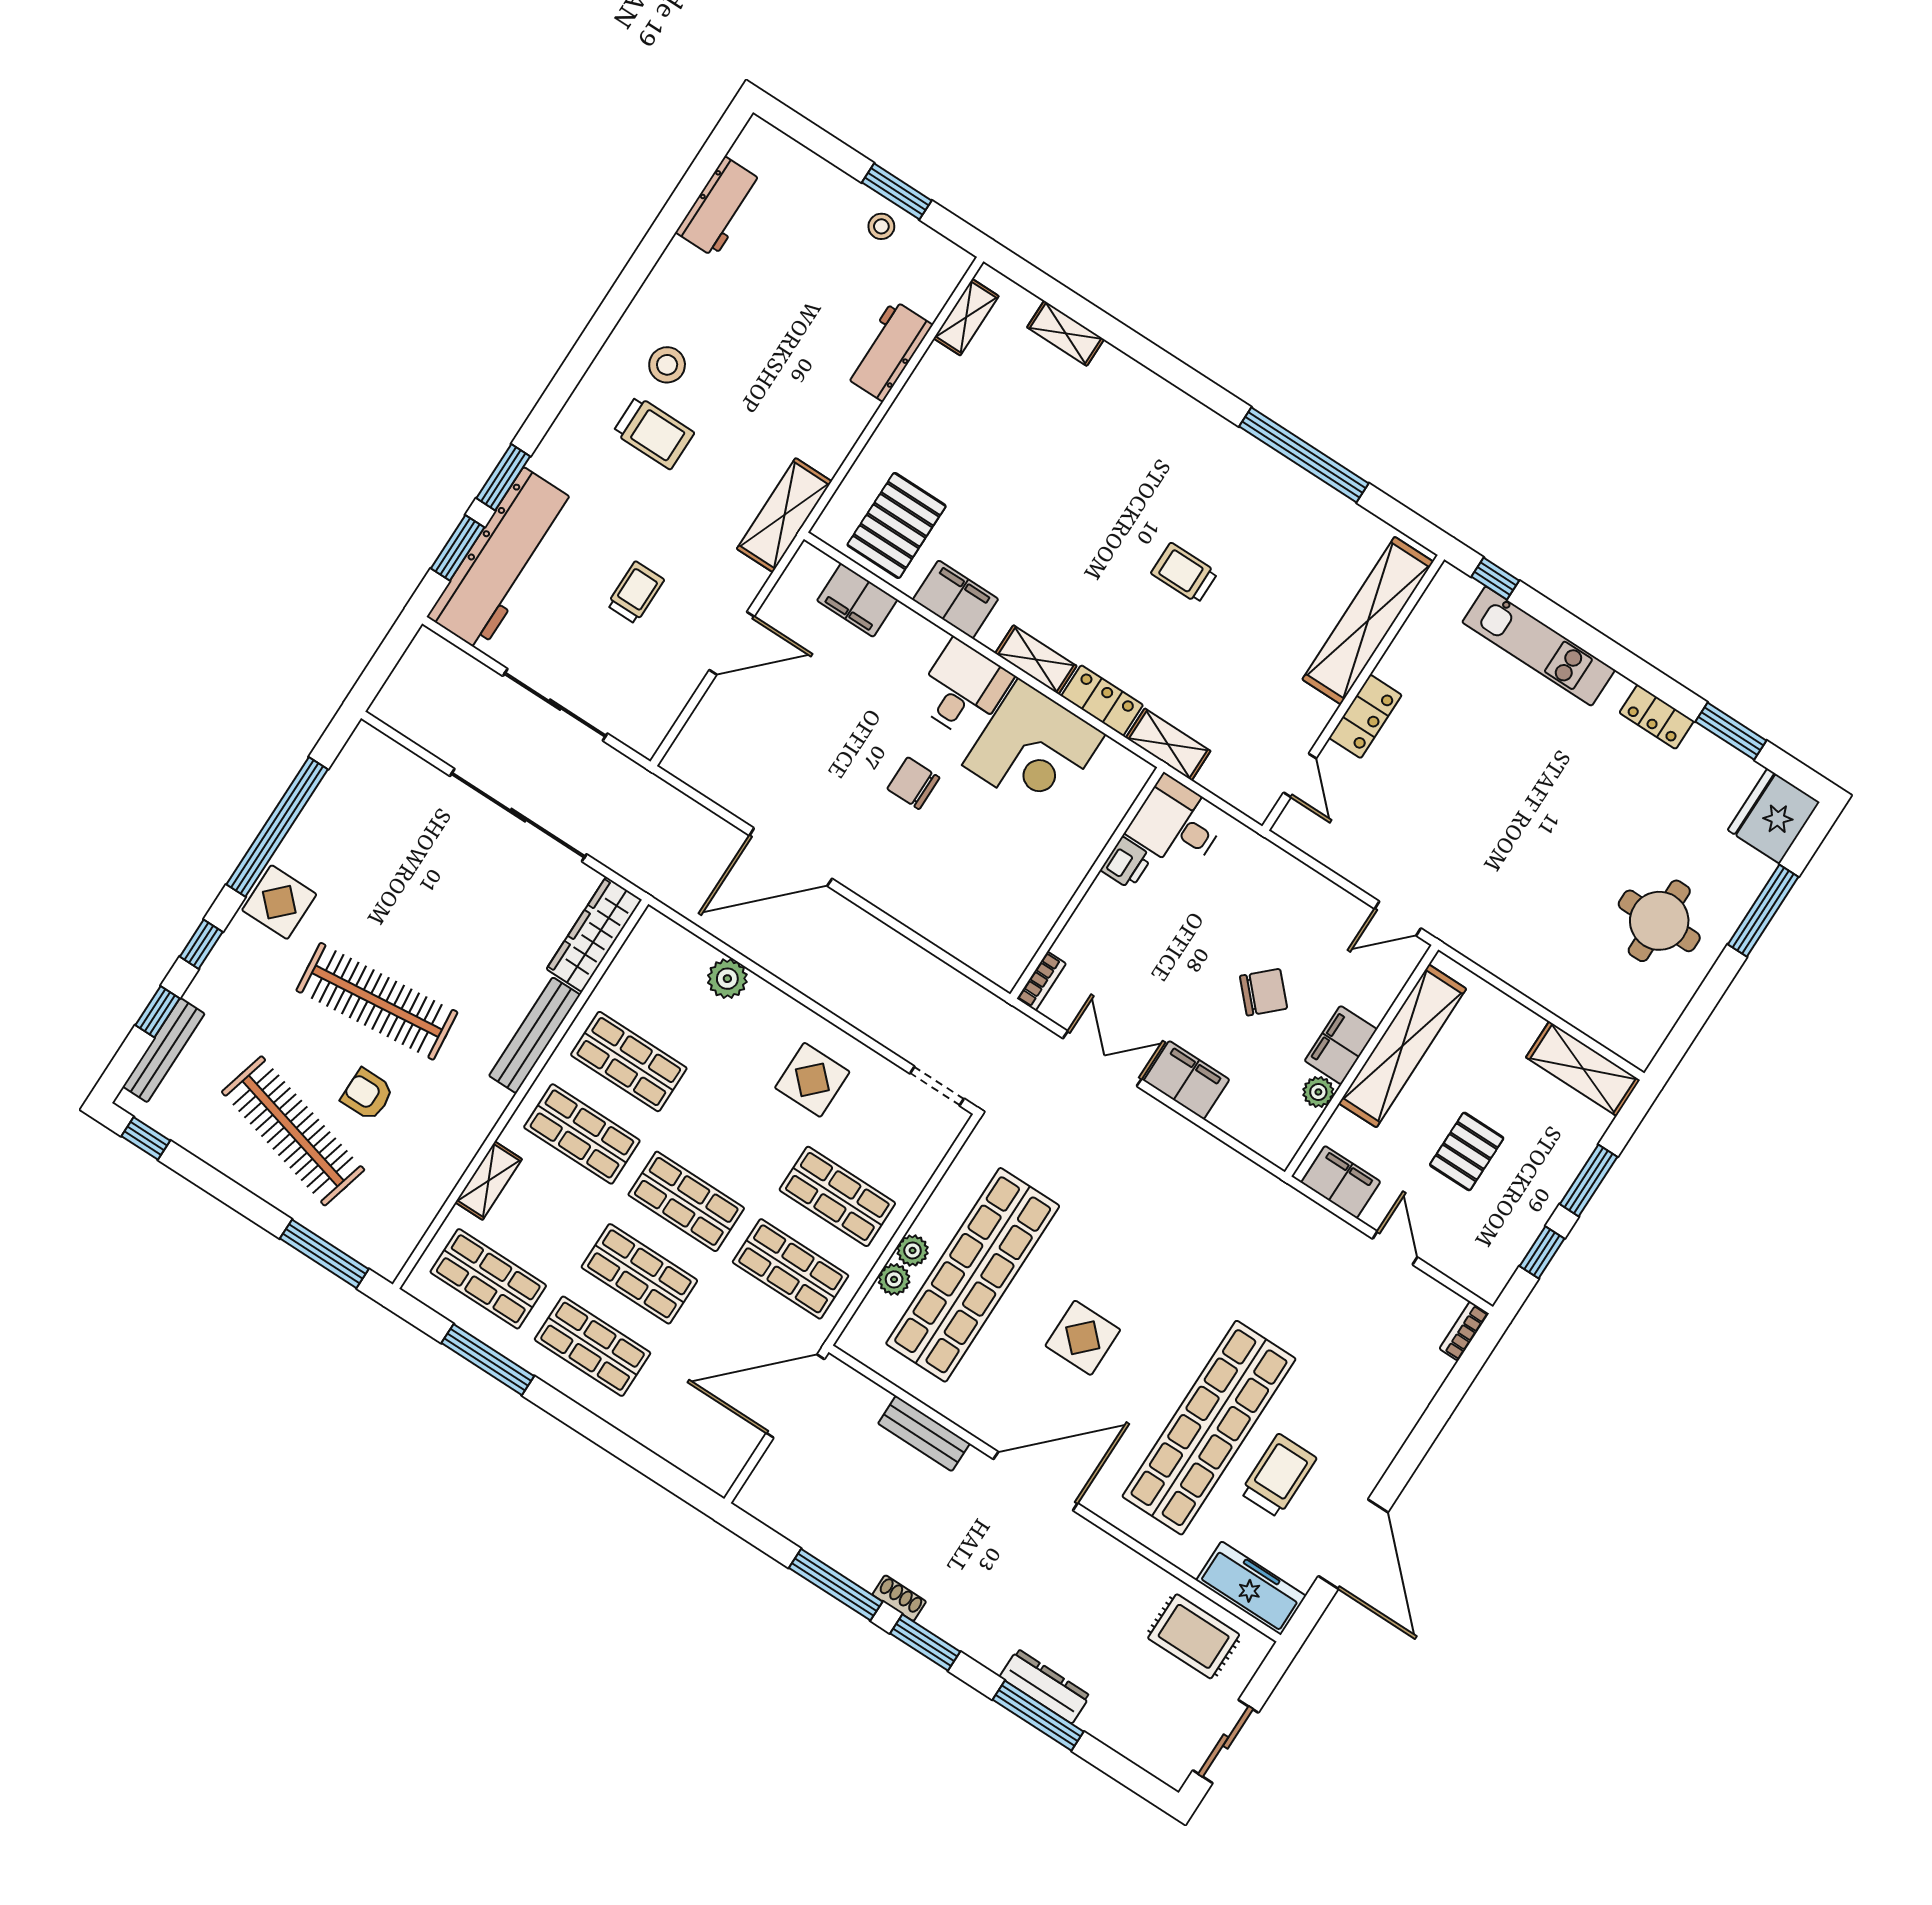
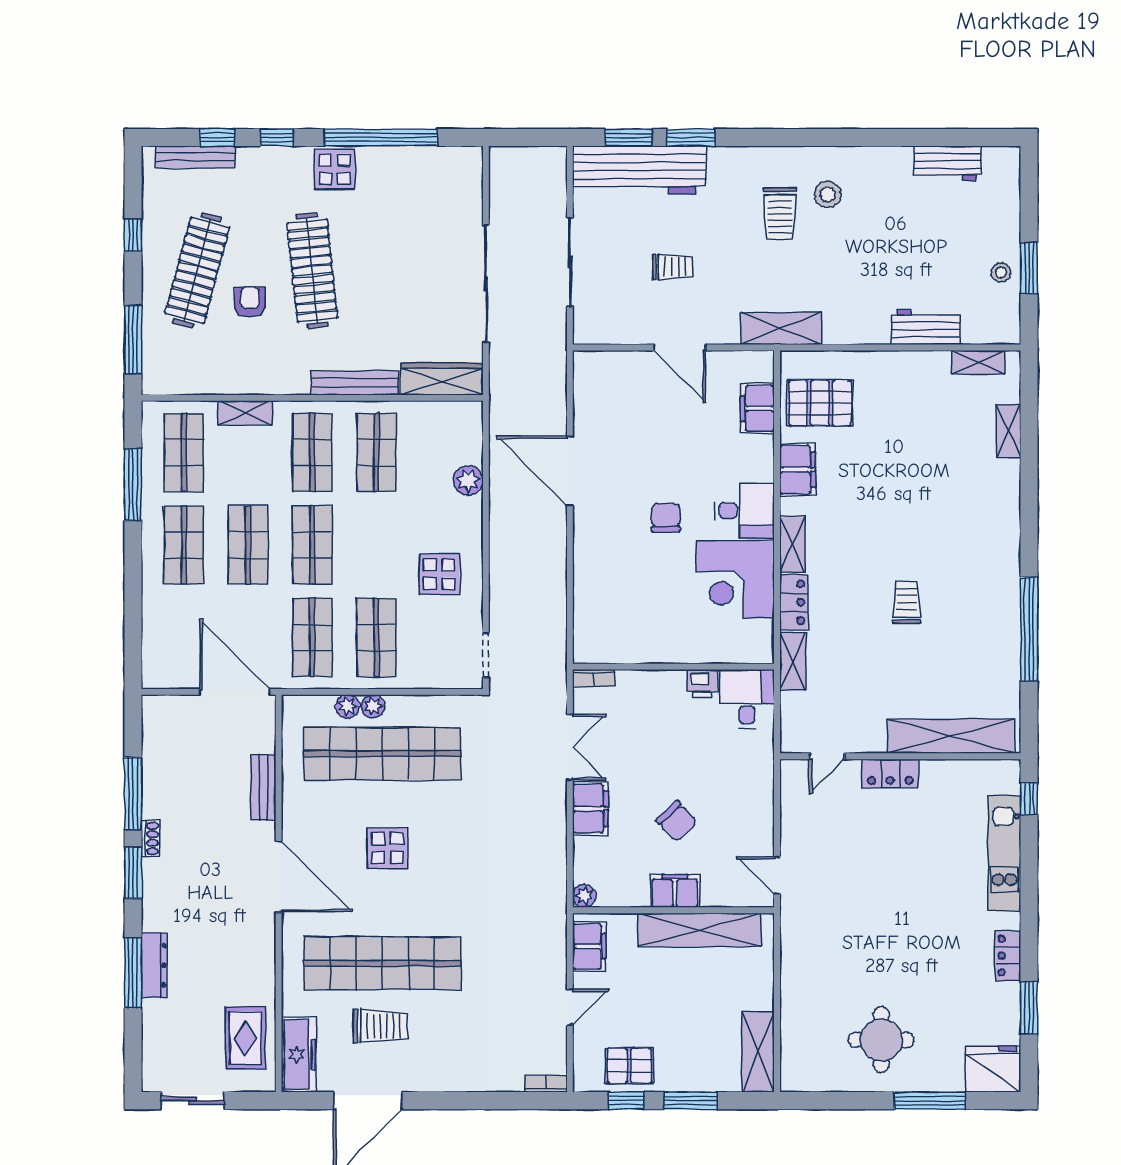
plant: (1318, 1092) -> (584, 896), moved
window: (146, 1138) -> (133, 235), moved
pallet: (1467, 1151) -> (629, 1066), moved

